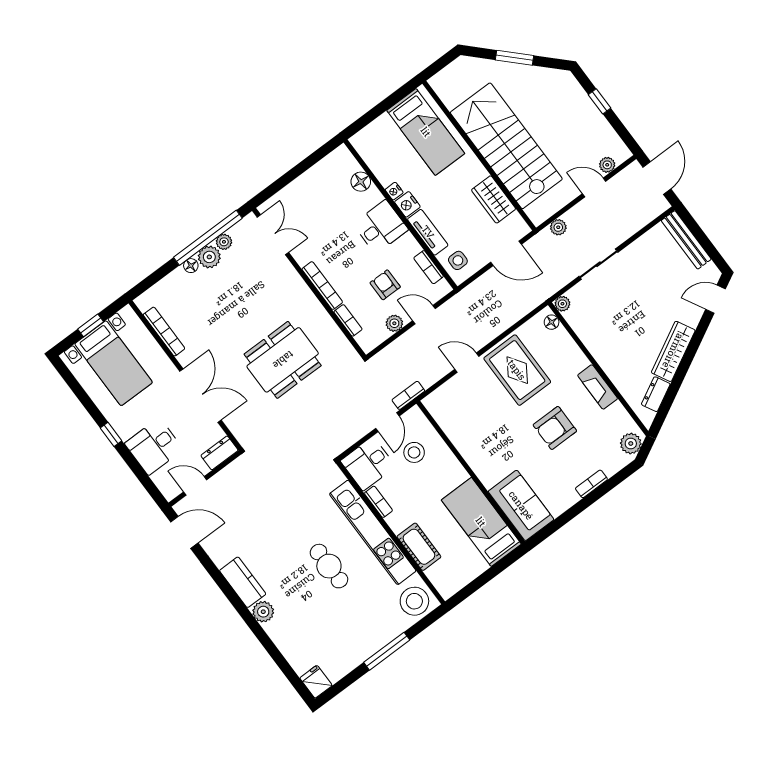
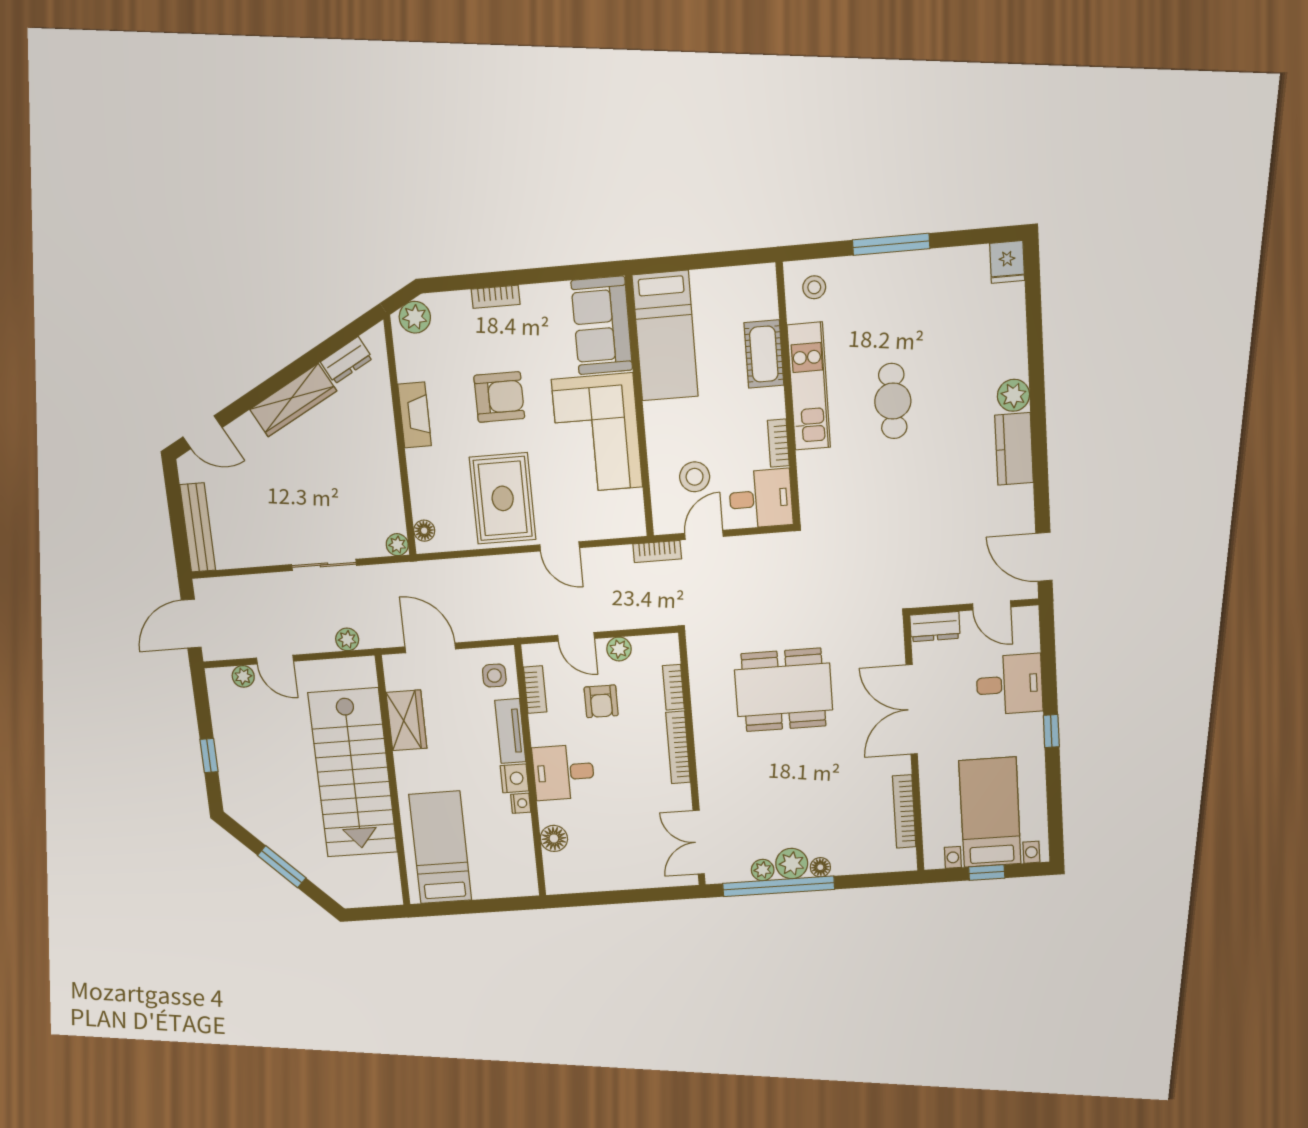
corner sofa: (486, 442) -> (597, 433), added
kitchen unit: (373, 532) -> (809, 386), width x0.73
stool: (414, 601) -> (814, 287), width x0.53, depth x0.53

